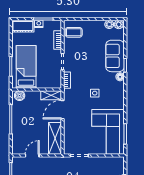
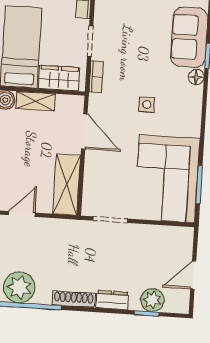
wardrobe: (47, 82) -> (59, 78), added
shelving: (51, 95) -> (36, 101), moved
door: (63, 110) -> (84, 131), swing flipped

